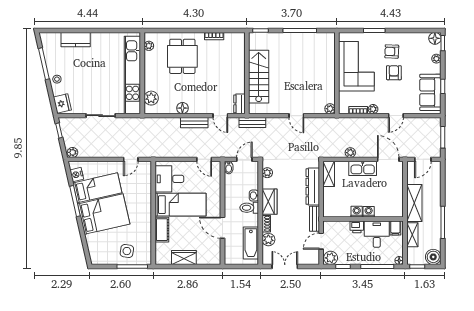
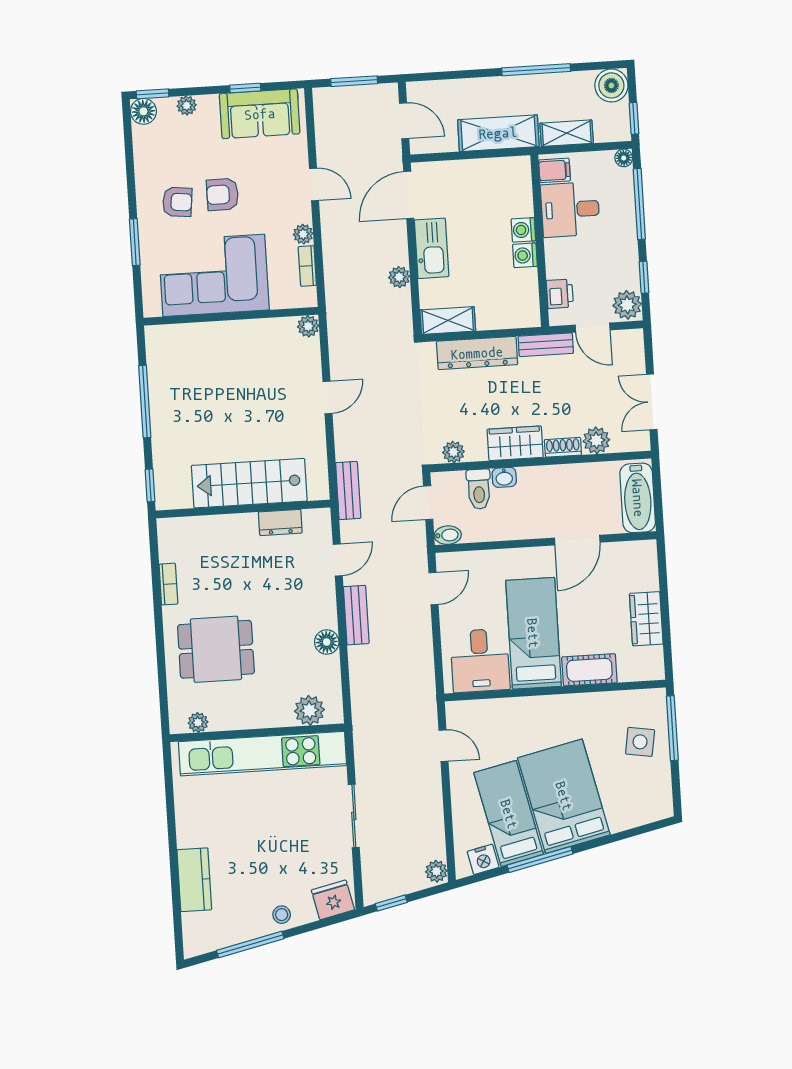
armchair: (392, 51) -> (177, 202), turned -86
dresser: (239, 104) -> (280, 522), moved
door: (244, 159) -> (428, 503), hinge flipped
toilet: (249, 208) -> (479, 489), moved
printer: (357, 227) -> (560, 294), moved
bathtub: (251, 243) -> (638, 498), moved, turned 90

